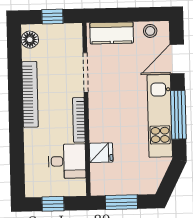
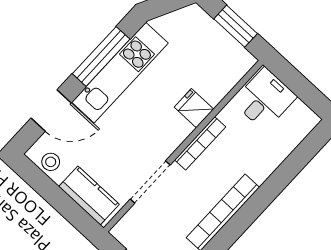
fridge: (101, 153) -> (194, 108), moved
desk: (67, 161) -> (265, 99), moved, turned 90
window: (53, 204) -> (302, 88), removed

